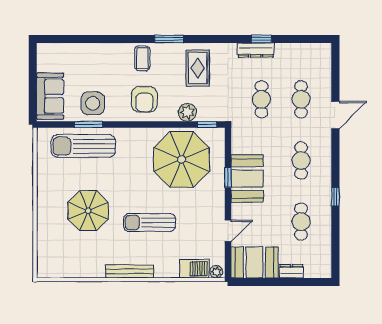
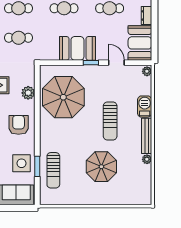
armchair: (144, 99) -> (19, 125), turned -90
window: (207, 124) -> (37, 78), removed
sun lounger: (83, 146) -> (53, 170), width x0.73, depth x0.75
window: (228, 177) -> (91, 63), moved
barbecue: (194, 269) -> (145, 107), moved
plant: (98, 272) -> (147, 159), added

